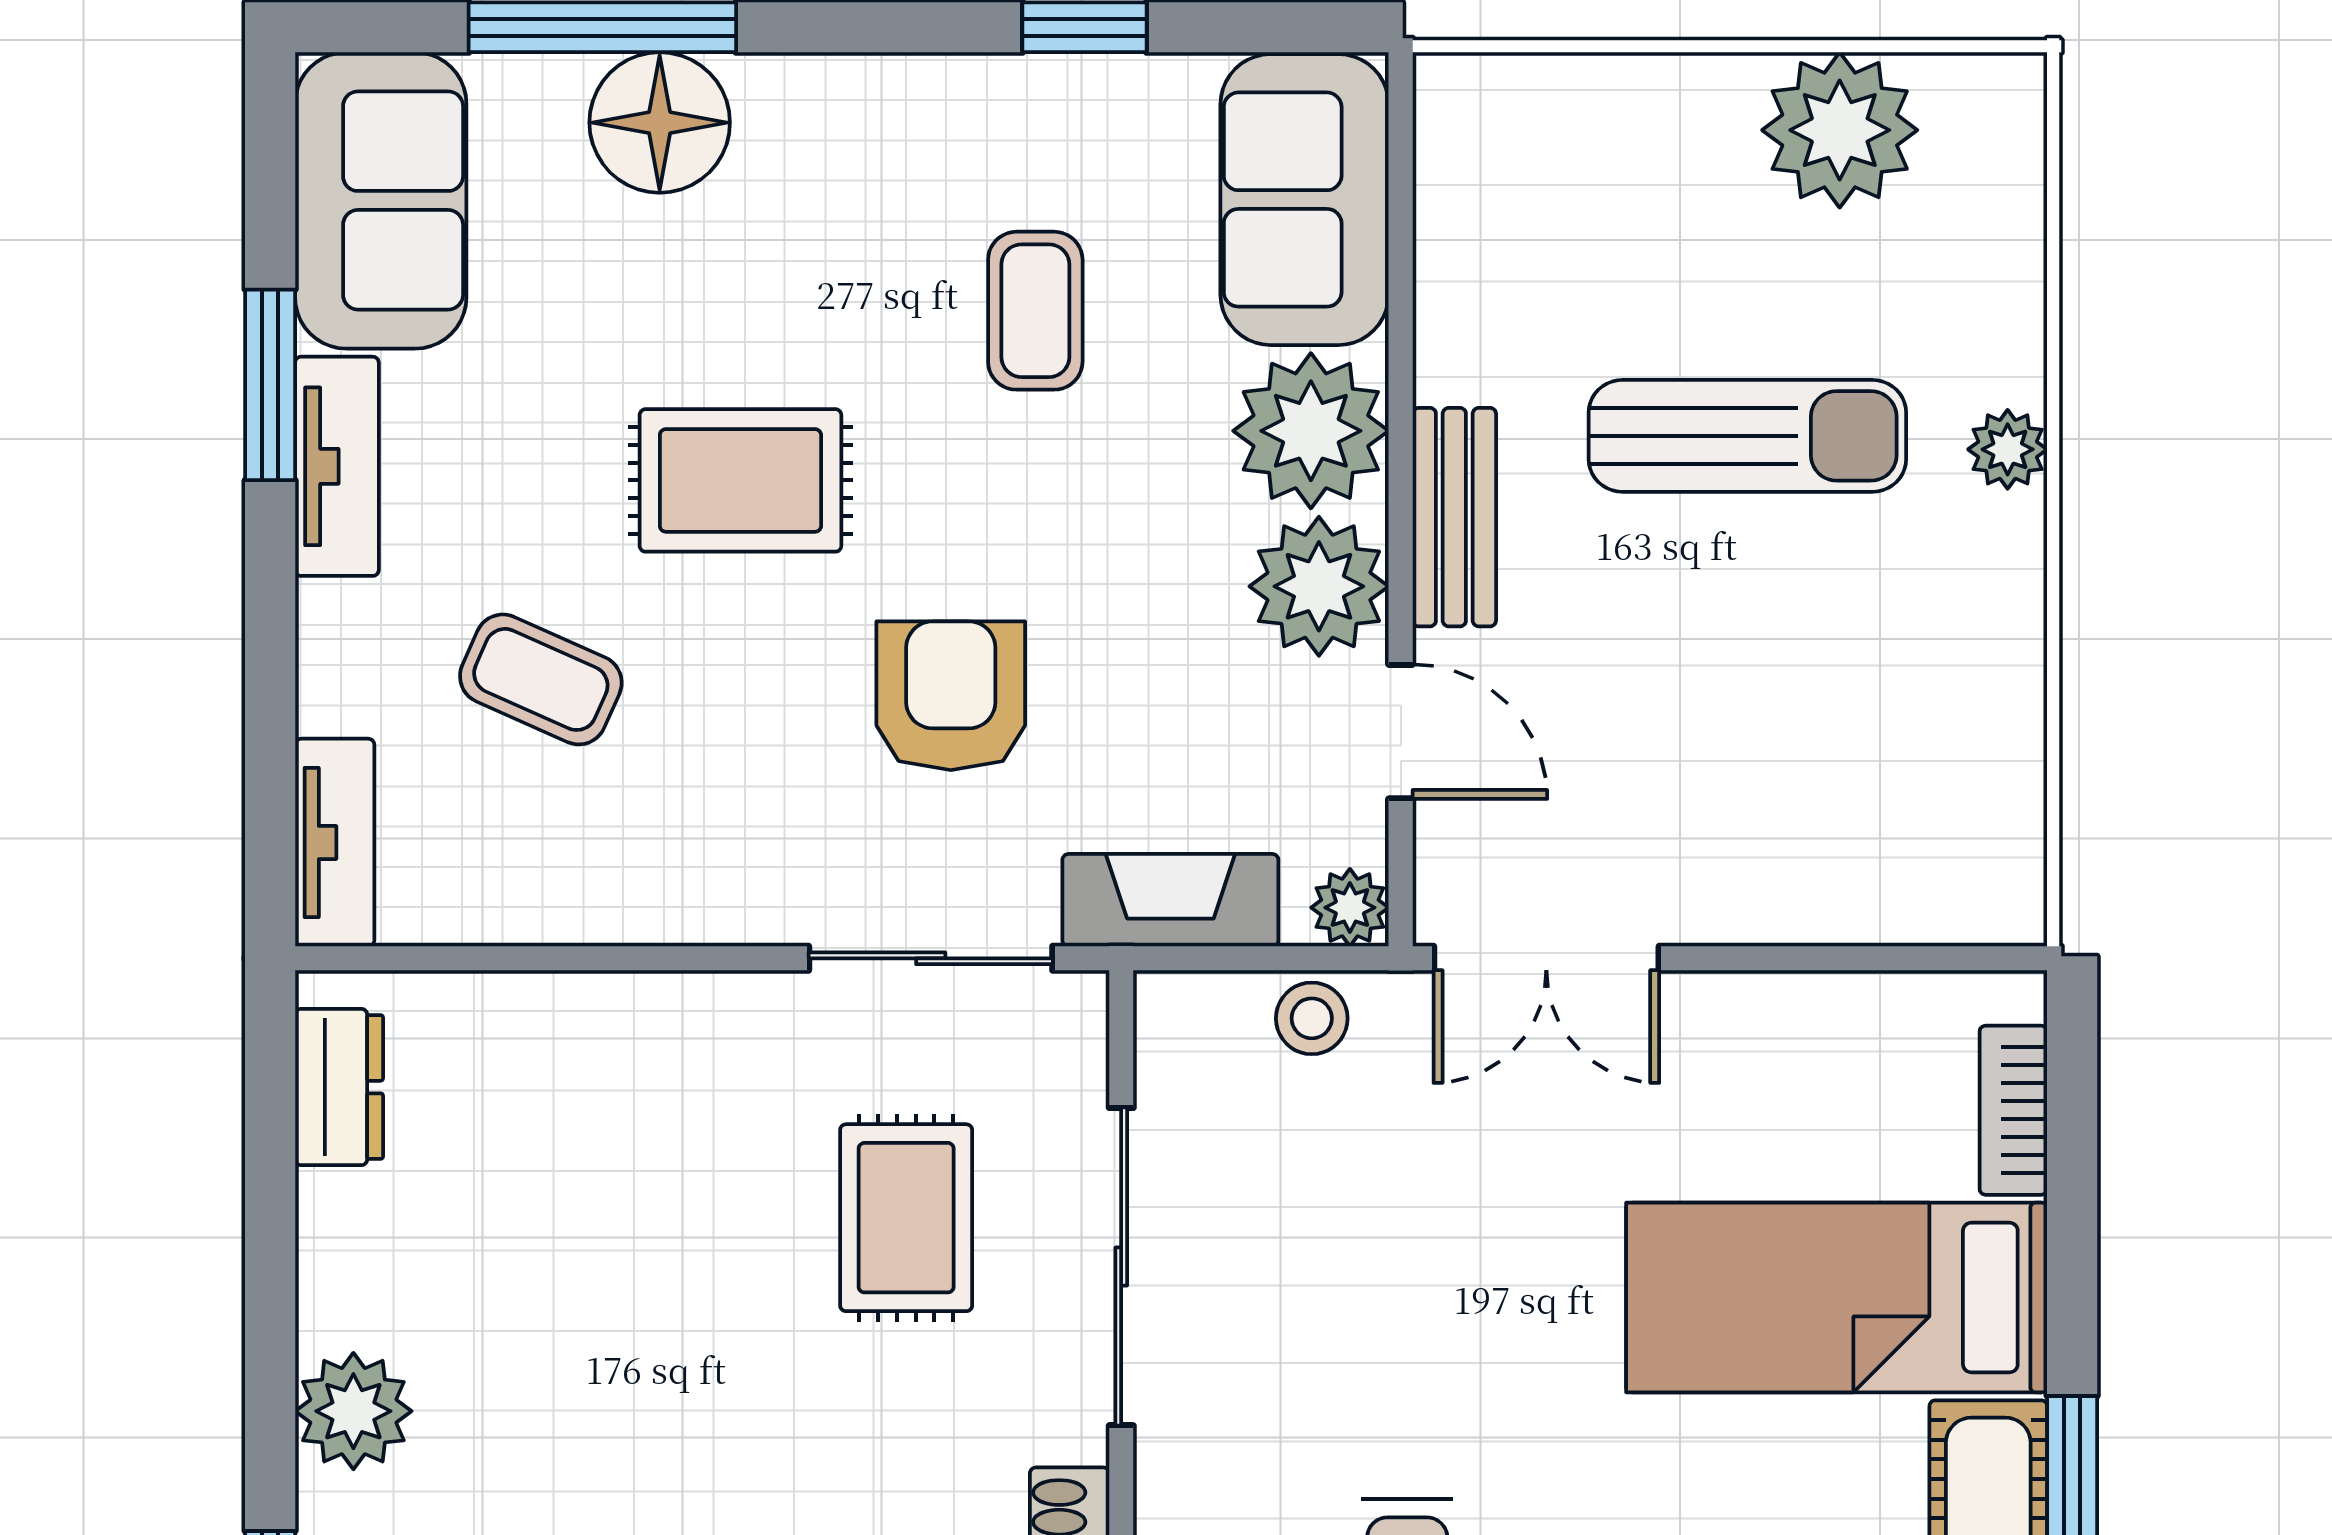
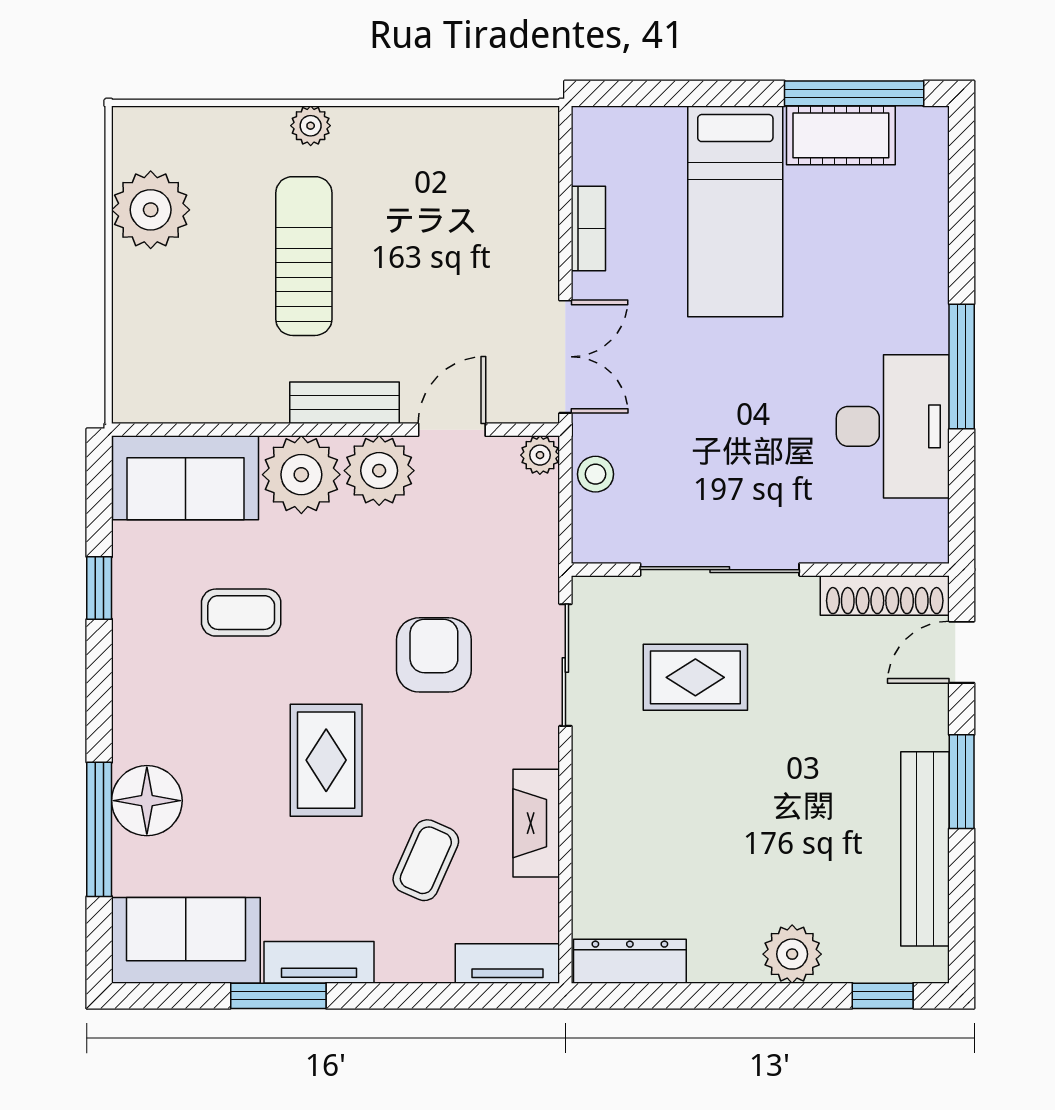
armchair: (951, 696) -> (434, 655), turned 90
fireplace: (1170, 900) -> (536, 823), moved
dresser: (339, 1087) -> (630, 961), width x1.44
bookcase: (2013, 1110) -> (588, 229), moved, turned -90

